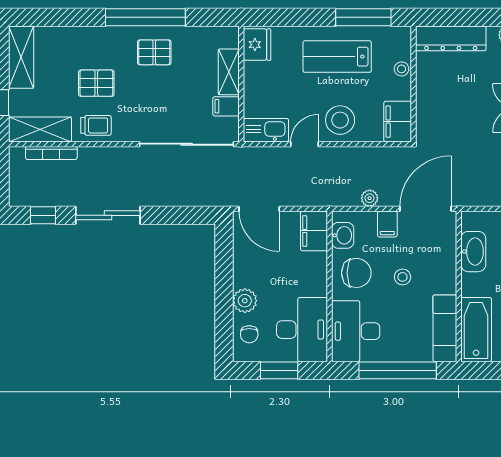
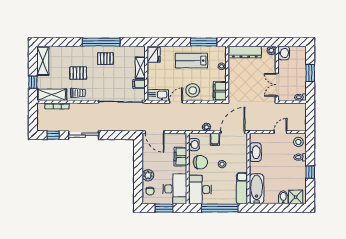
filing cabinet: (314, 231) -> (180, 157), moved

